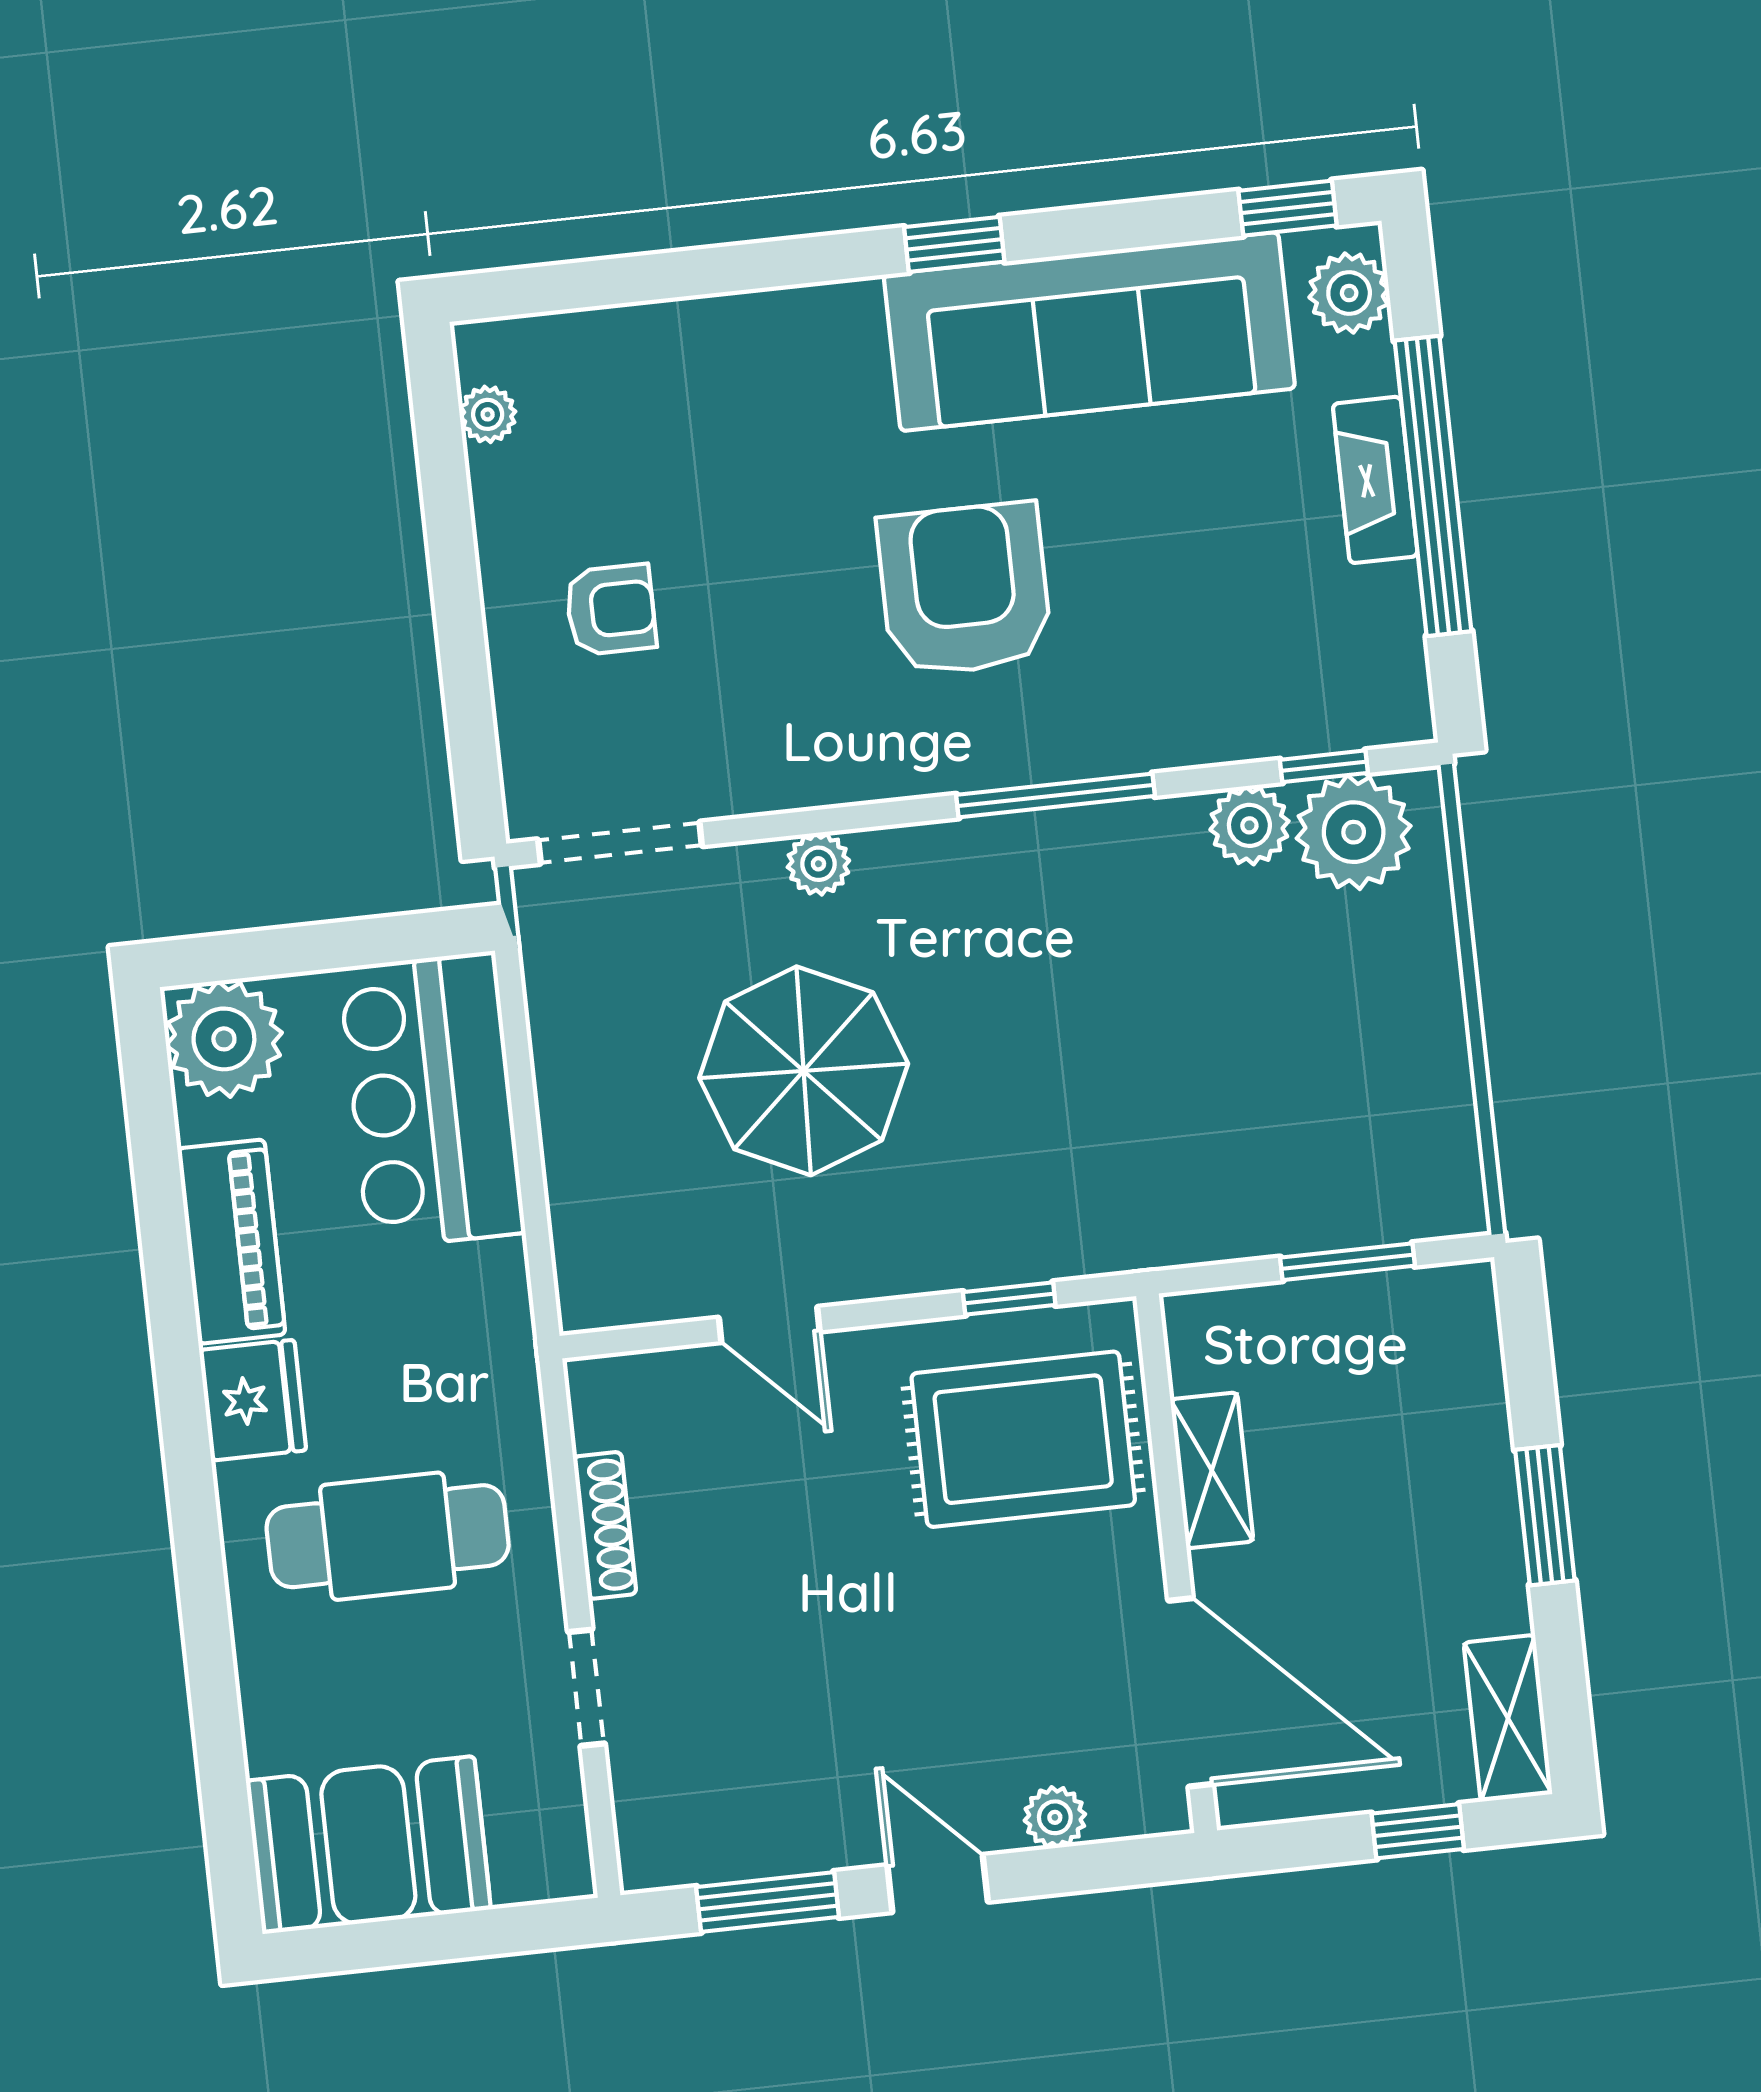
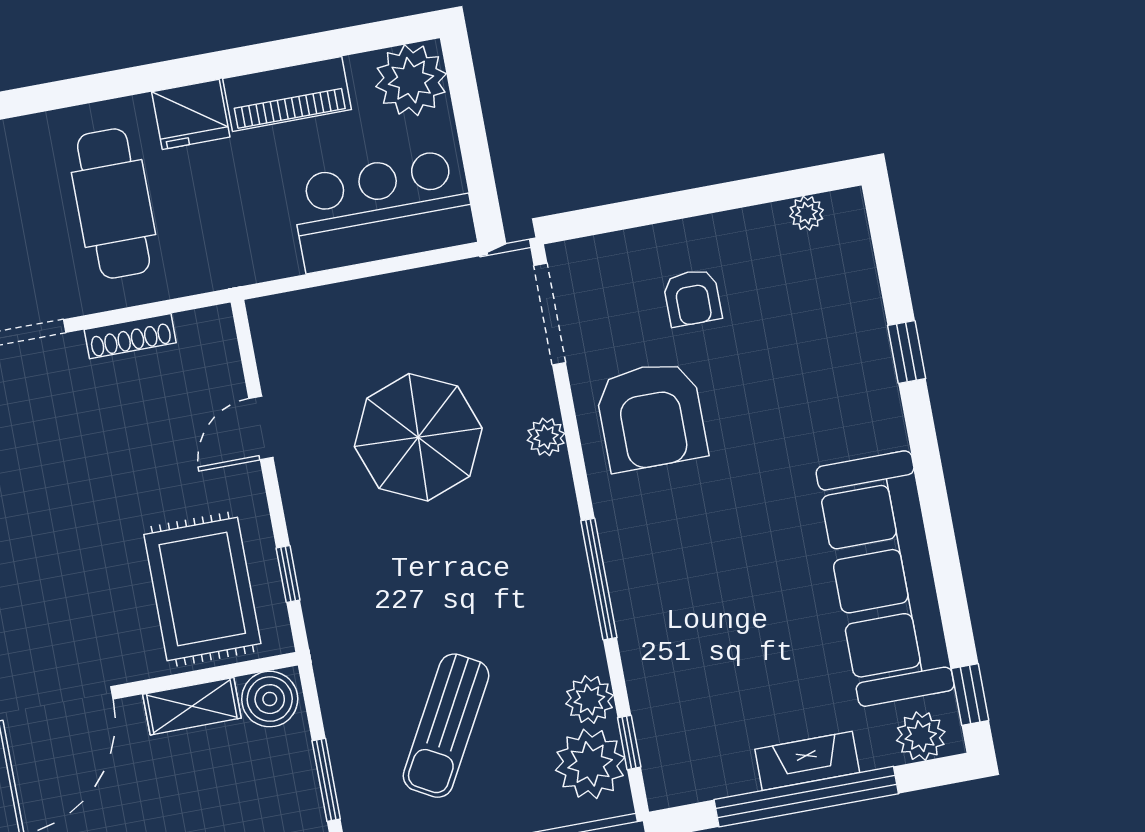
window: (954, 244) -> (907, 352), moved
armchair: (964, 589) -> (651, 416), moved, turned 90
sun lounger: (1274, 1061) -> (446, 726), added
boiler: (1210, 1343) -> (270, 699), added

